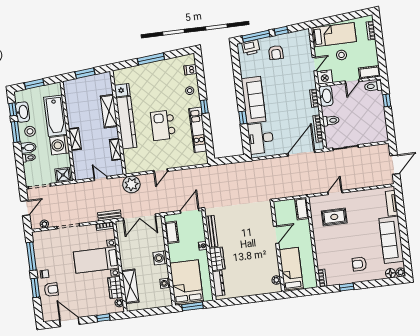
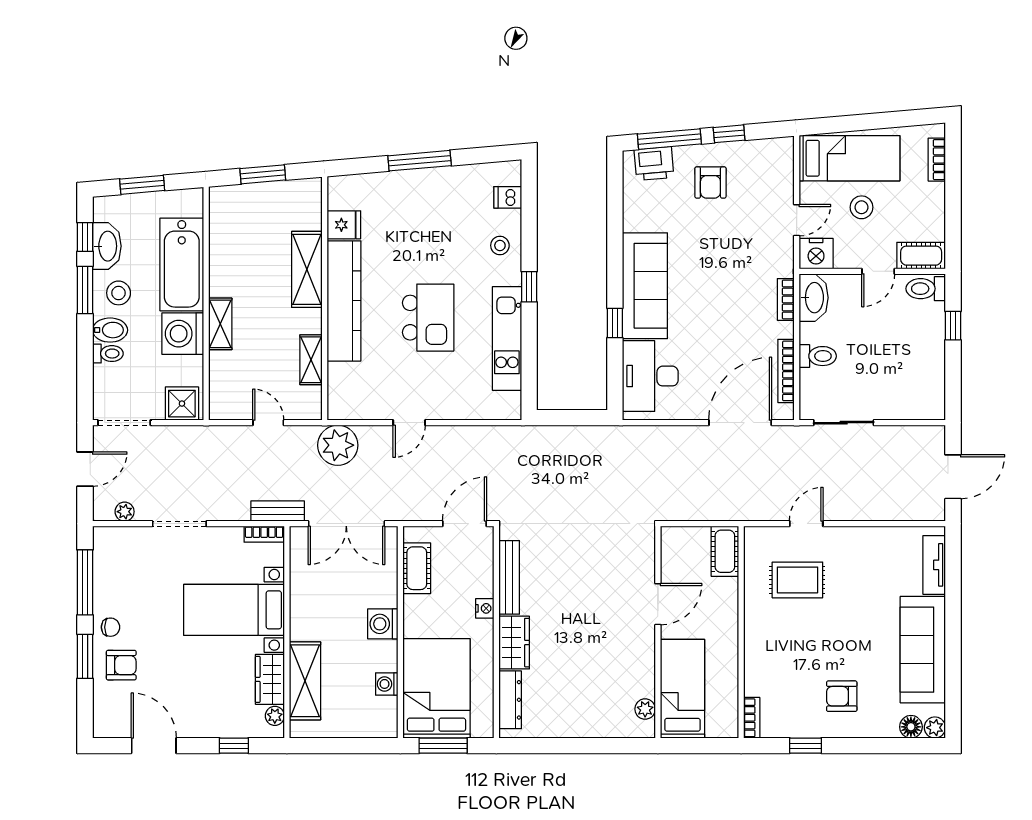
kitchen island: (163, 125) -> (428, 318), turned 180

